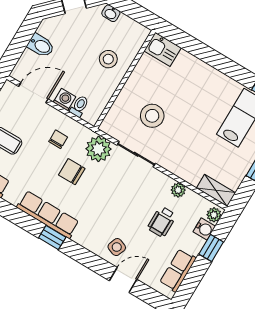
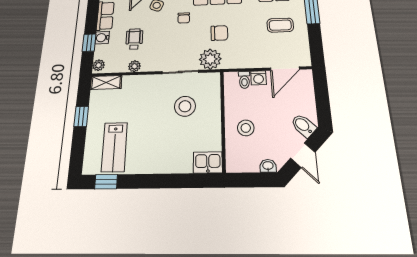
bidet: (41, 46) -> (303, 126), moved, turned 45
chair: (58, 139) -> (184, 18), moved
water cooler: (204, 229) -> (102, 38), moved

